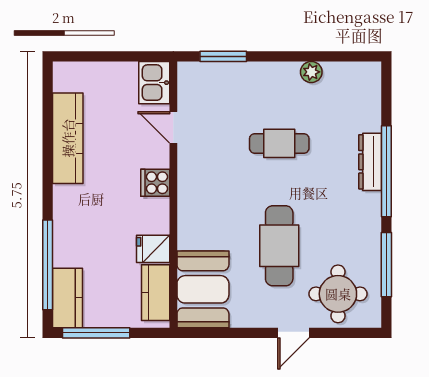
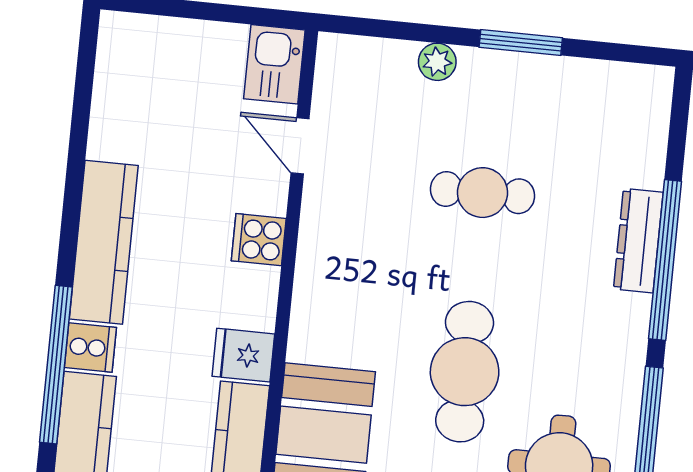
window: (223, 56) -> (521, 43), moved
plant: (311, 72) -> (437, 62), moved
kitchen counter: (68, 138) -> (104, 242), moved
cooker: (66, 253) -> (90, 347), added

